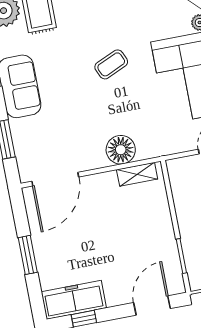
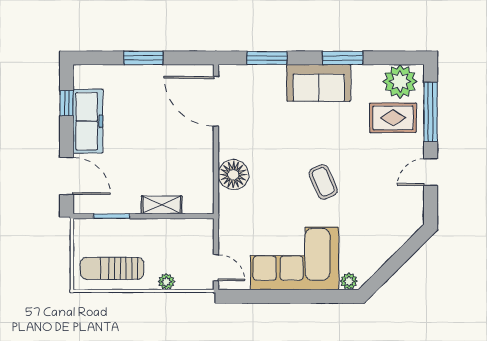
shelving: (137, 174) -> (162, 205), moved, turned 90
freezer: (74, 300) -> (88, 121), moved

